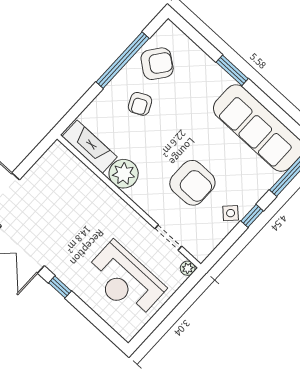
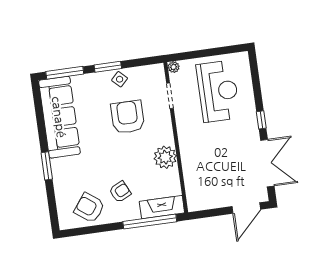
window: (123, 60) -> (150, 222), moved
fireplace: (90, 147) -> (162, 207), moved, turned 90
window: (252, 216) -> (108, 67), width x1.50

